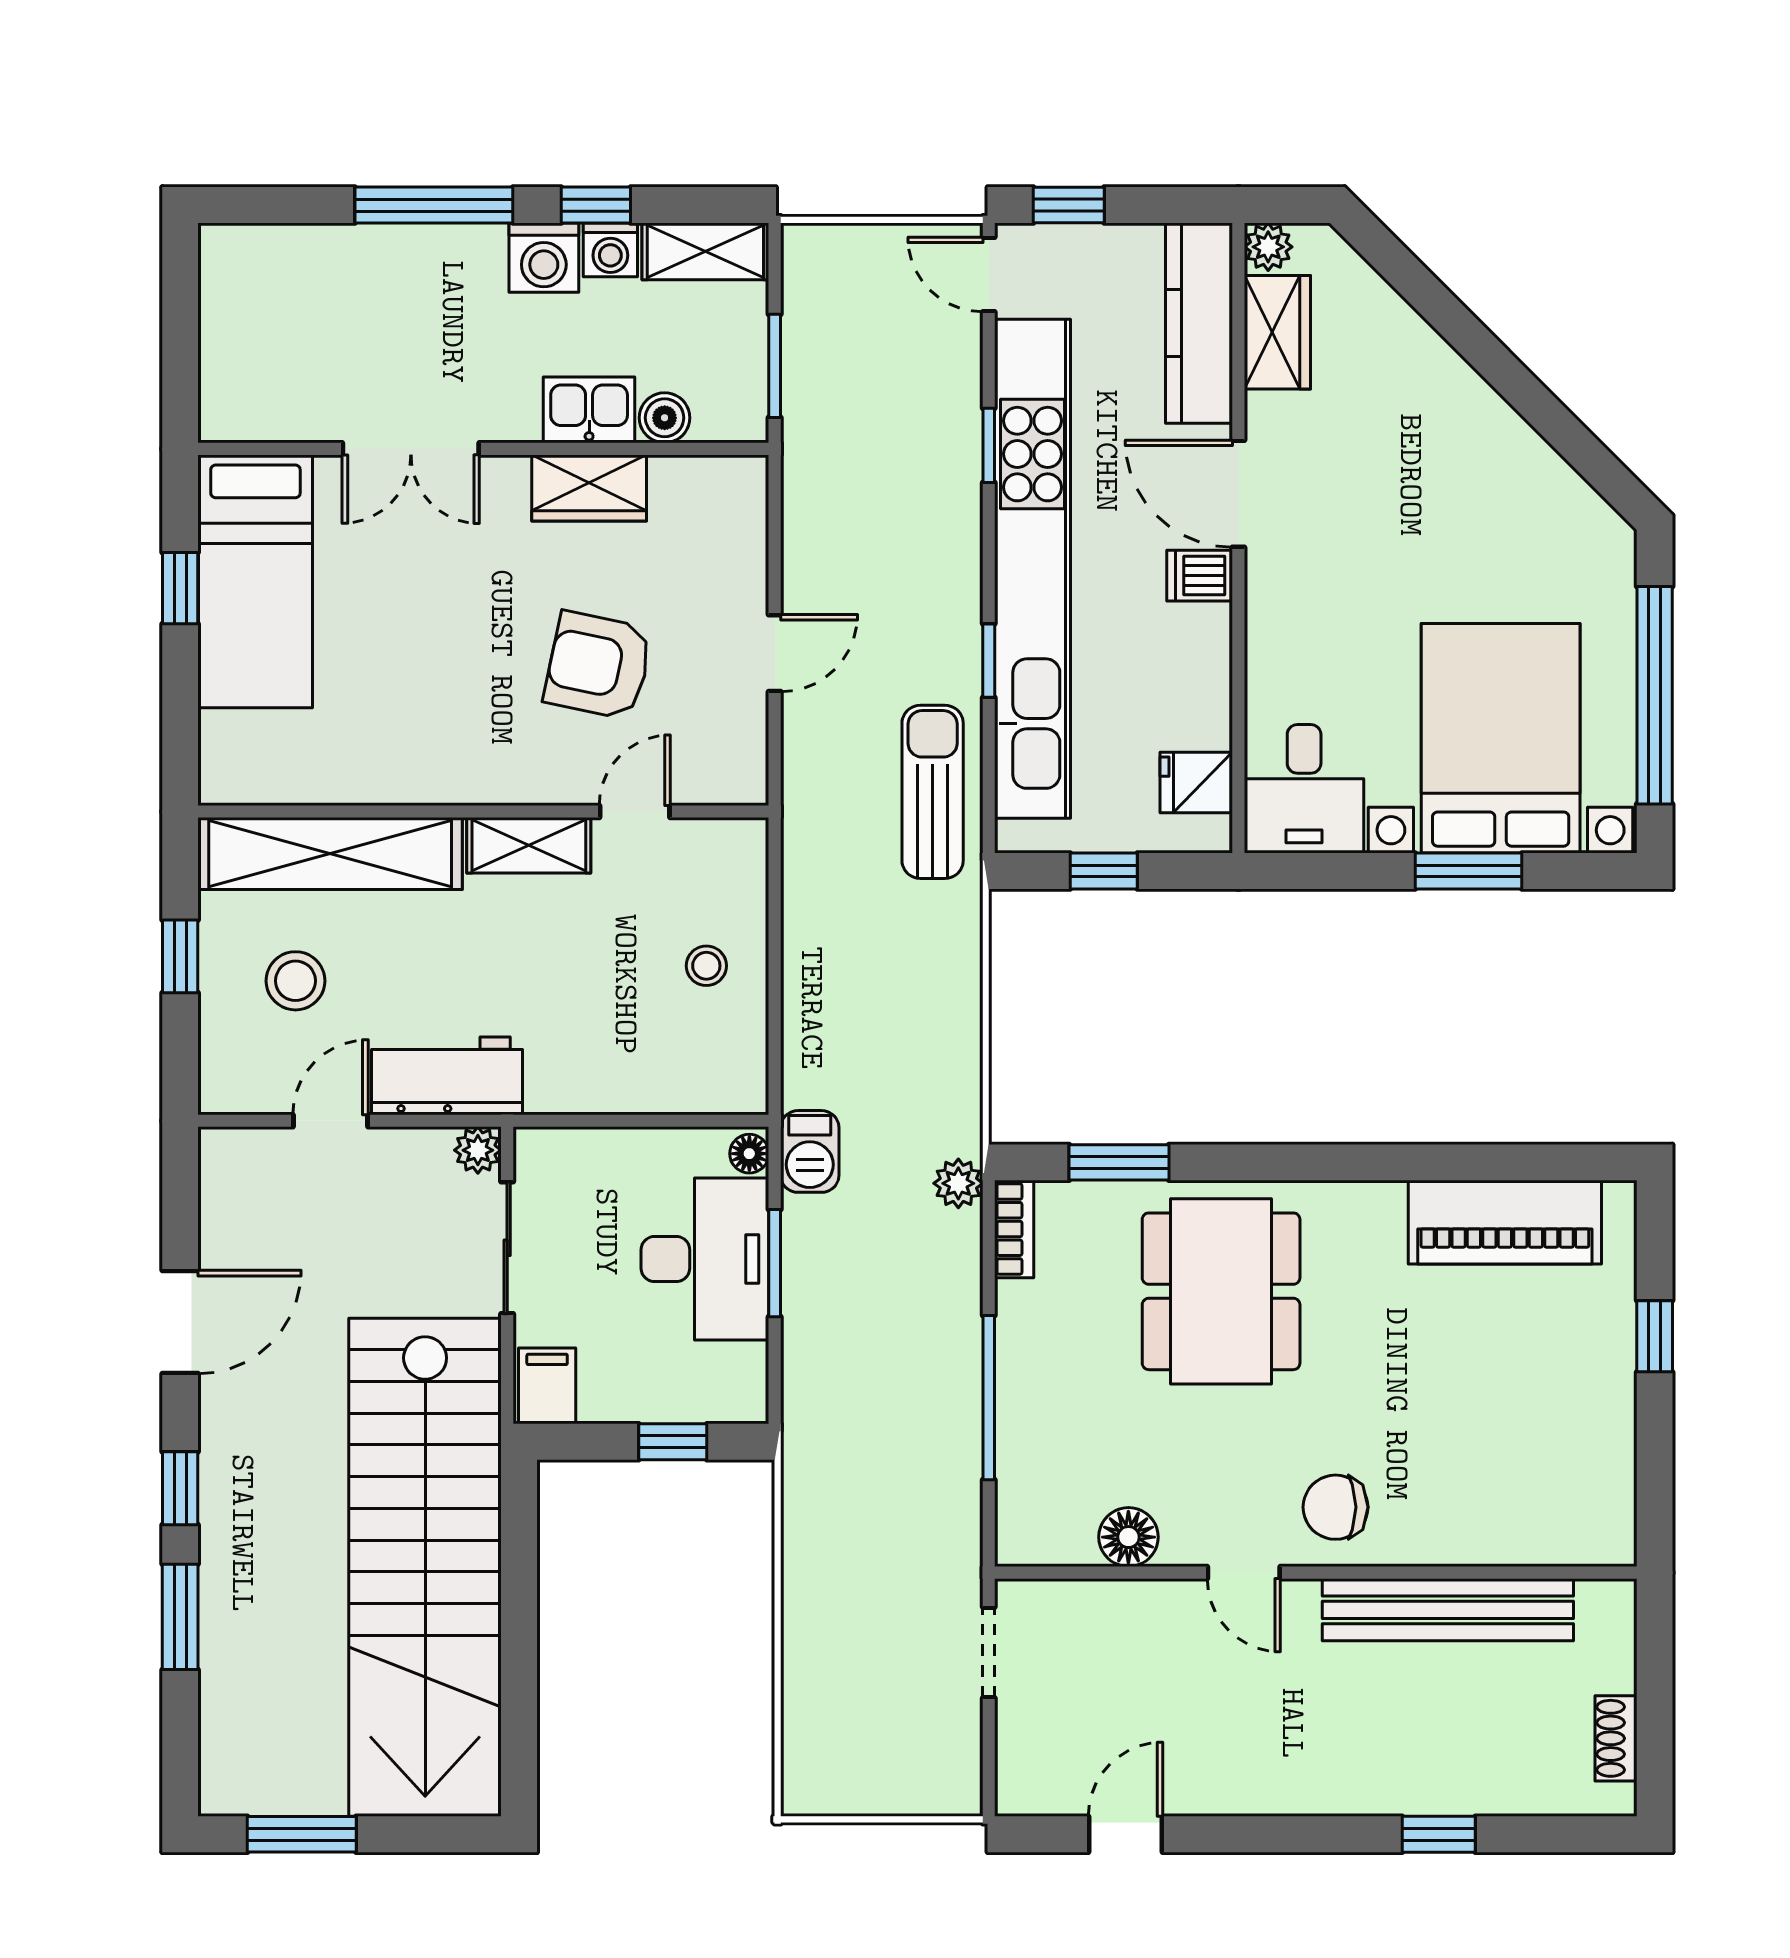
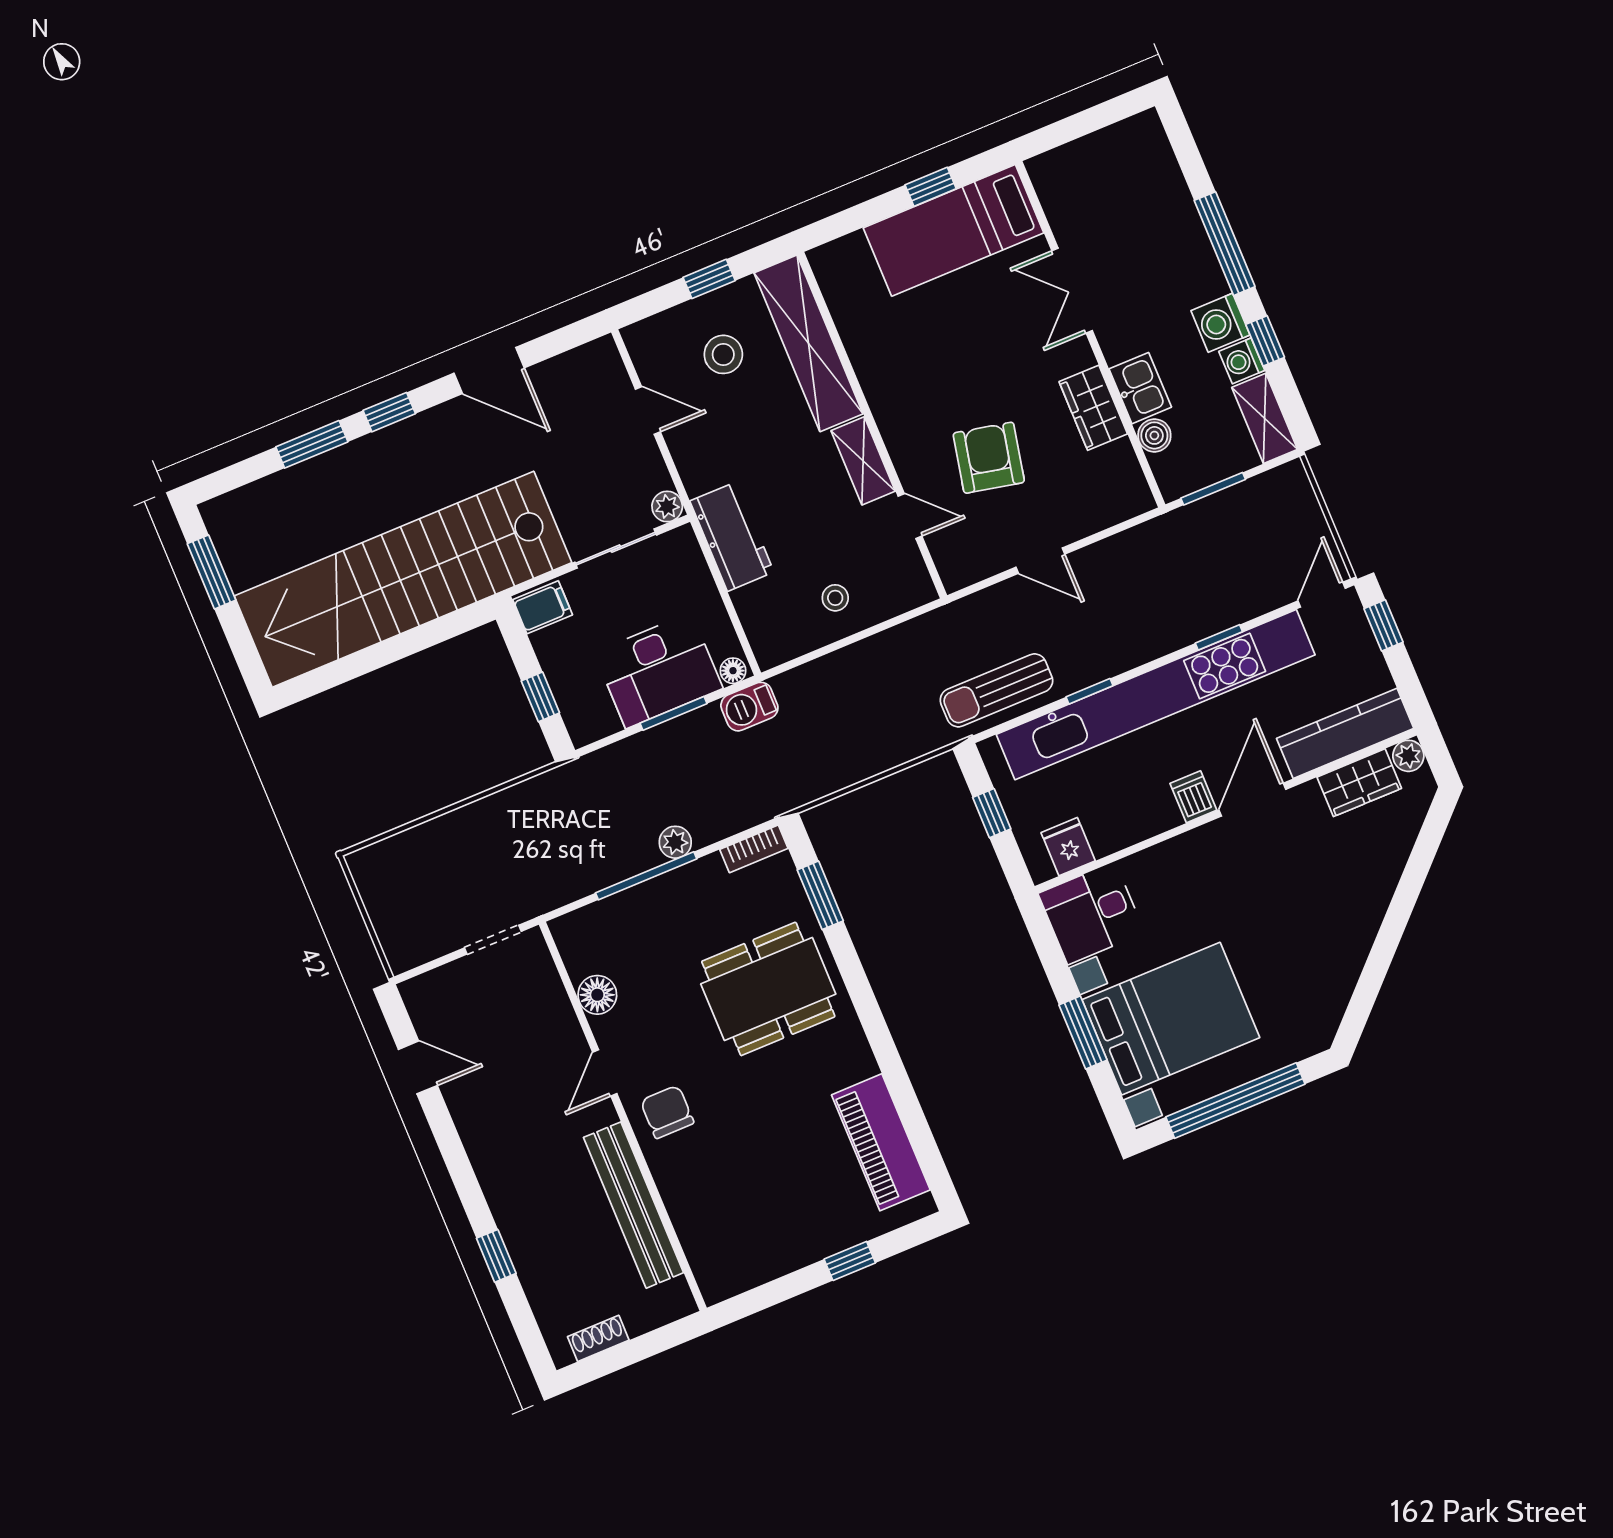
sun lounger: (933, 792) -> (996, 690), turned 180
workbench: (447, 1076) -> (732, 536), moved
plant: (958, 1183) -> (675, 842), moved

